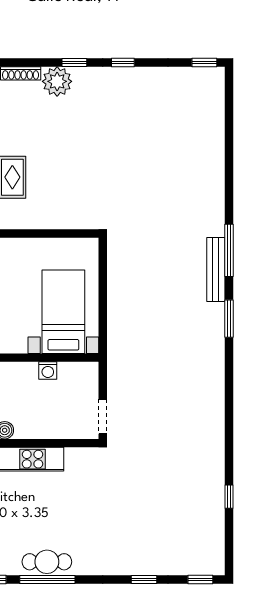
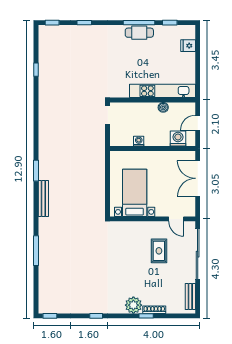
window: (74, 62) -> (146, 316), moved
window: (229, 250) -> (36, 251), moved
bed with nightstands: (63, 312) -> (135, 193), moved, turned 180

